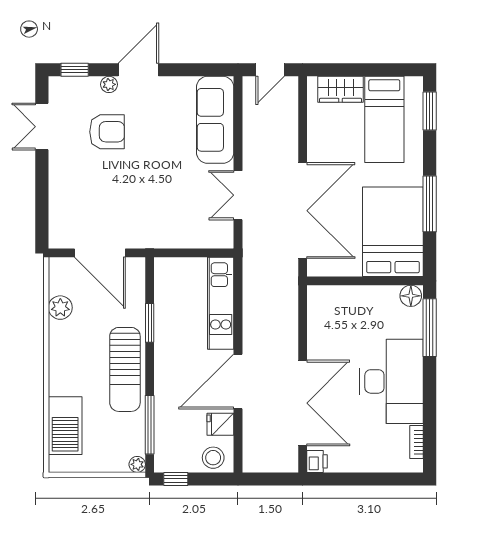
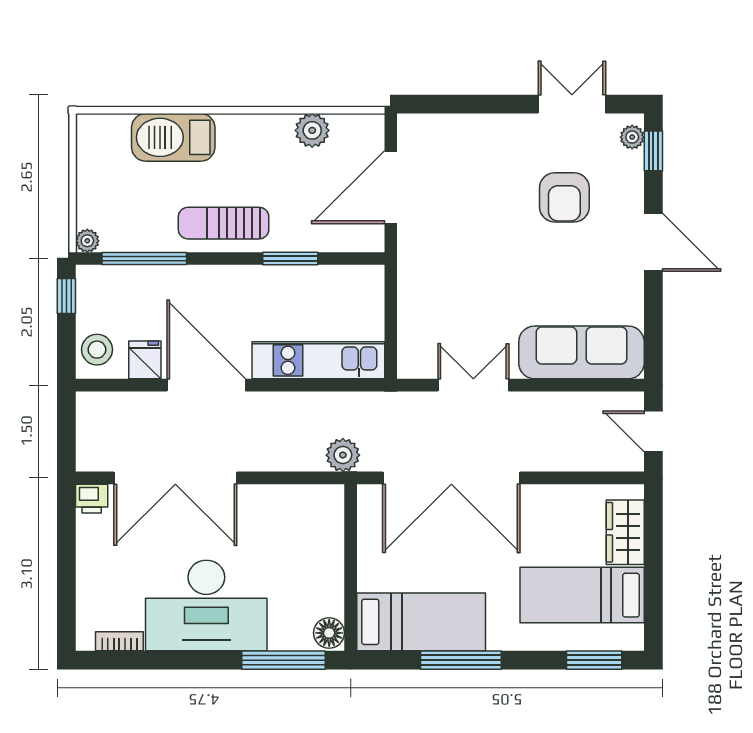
plant: (109, 84) -> (632, 137), moved
bed: (393, 232) -> (421, 622), width x0.67
plant: (287, 286) -> (343, 455), added
sun lounger: (125, 369) -> (224, 223), width x0.73, depth x0.75
barbecue: (65, 426) -> (173, 137), moved

